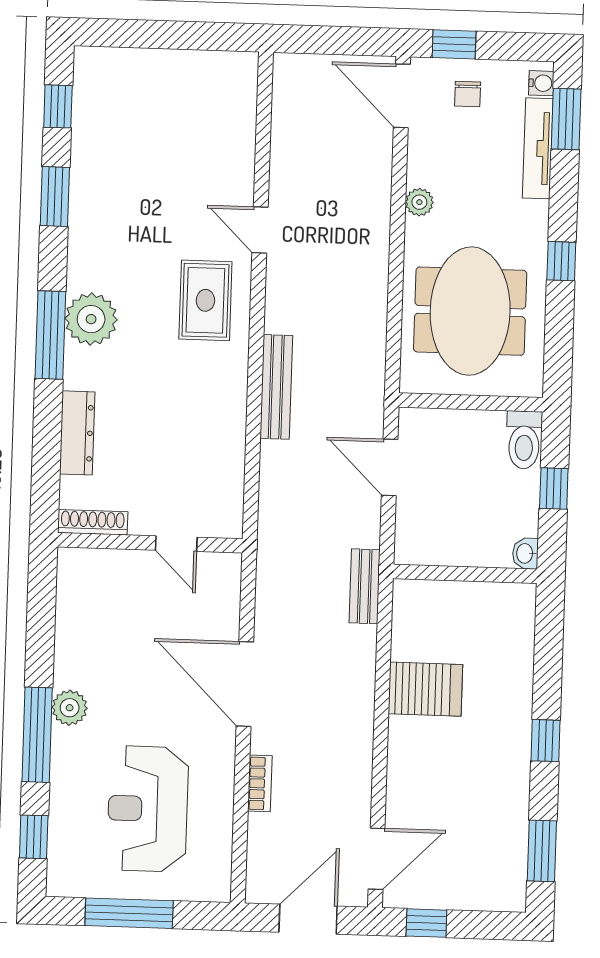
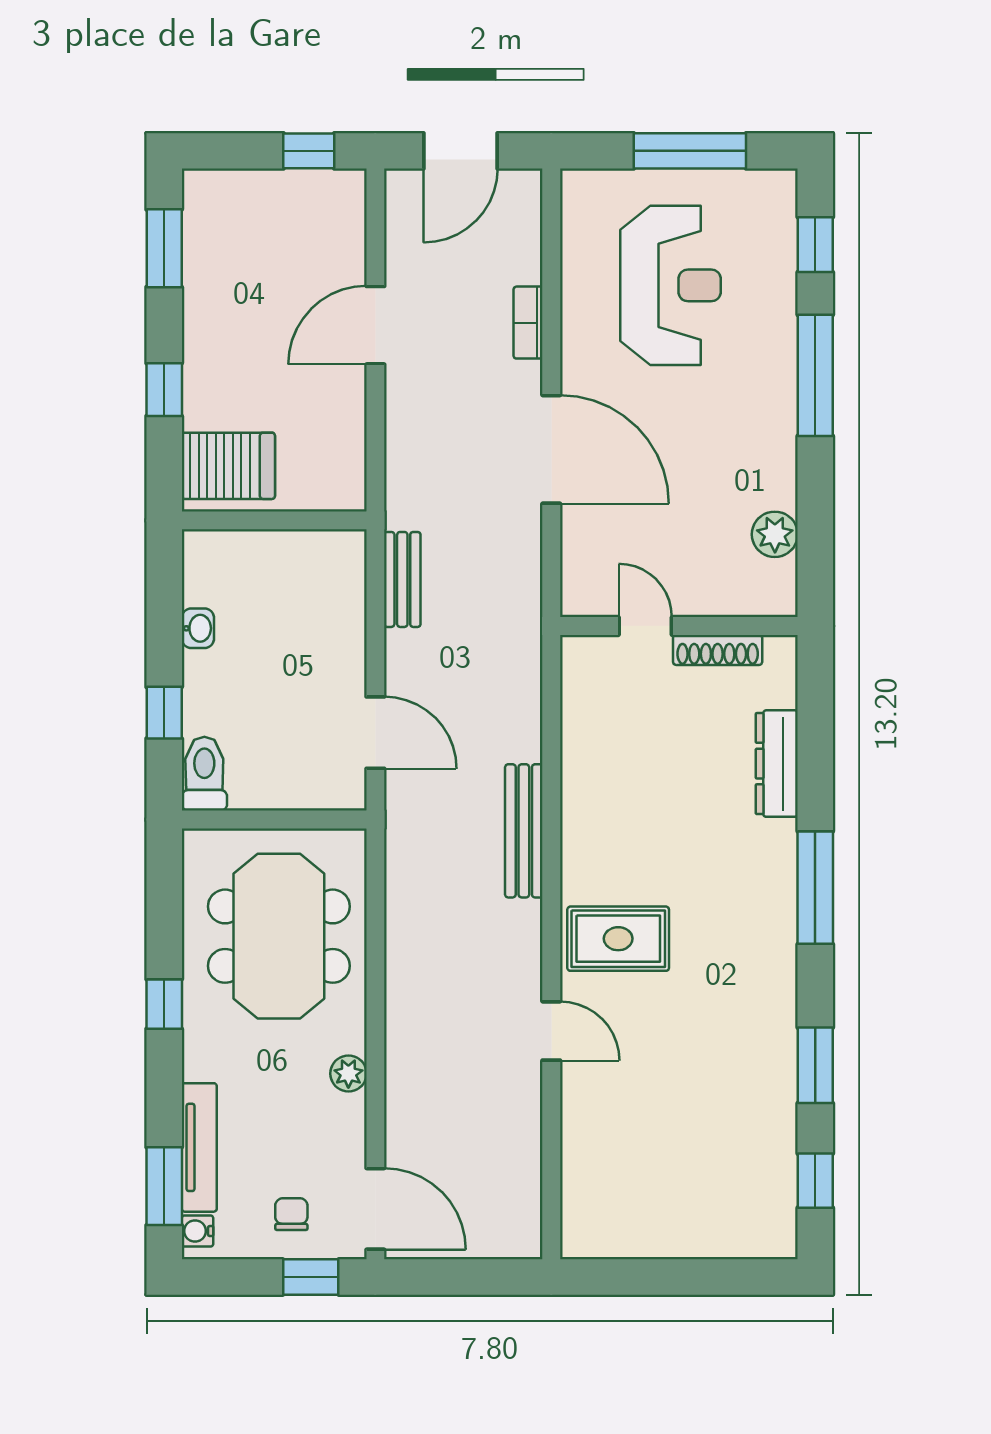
rug: (205, 300) -> (618, 939), turned 90
plant: (91, 319) -> (764, 910), removed
shoe rack: (93, 522) -> (718, 650), moved
wall: (465, 574) -> (274, 520), moved
server rack: (425, 689) -> (228, 466), moved, turned 180
plant: (70, 708) -> (775, 534), moved
door: (377, 859) -> (375, 325), moved

